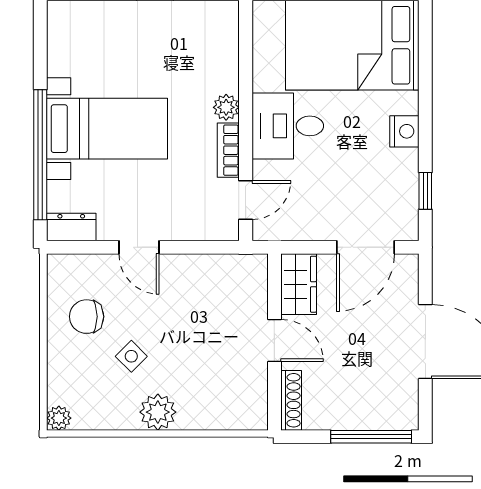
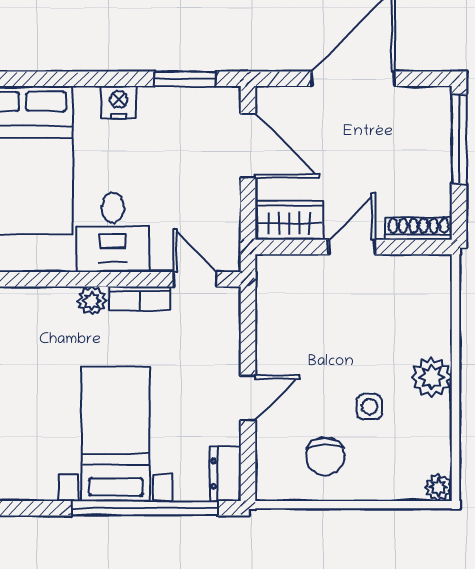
window: (425, 191) -> (185, 79), width x1.50
side table: (131, 356) -> (369, 407), turned 45

